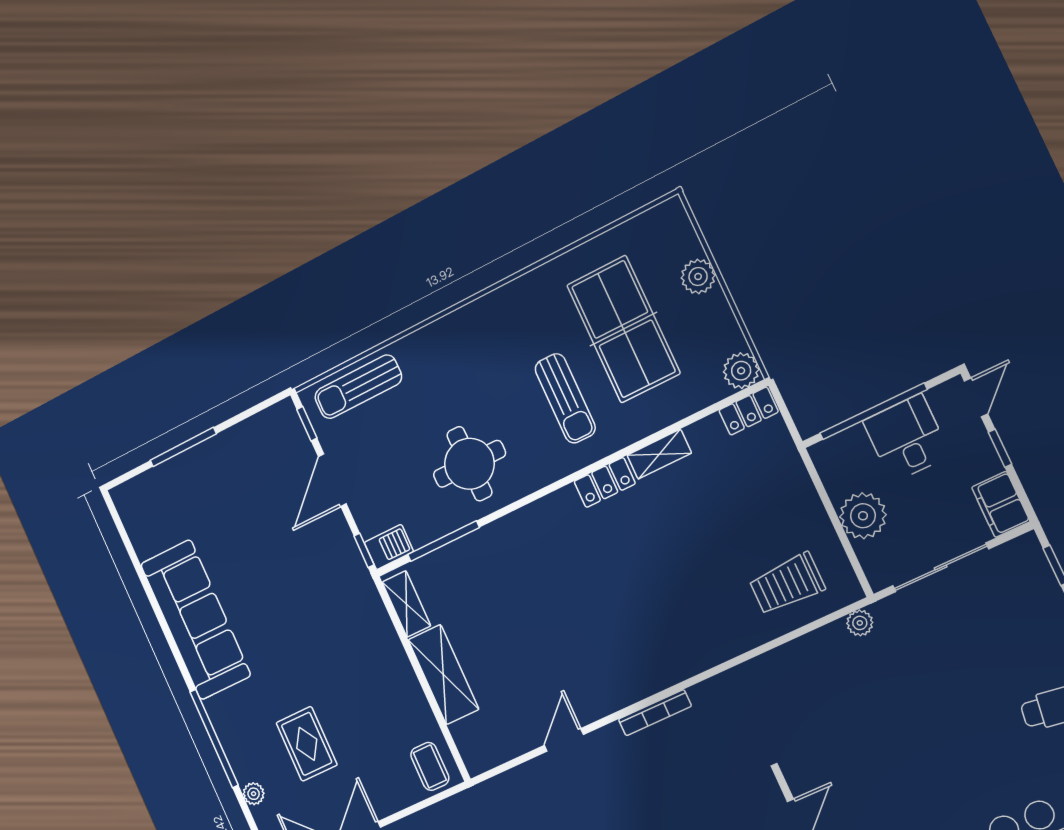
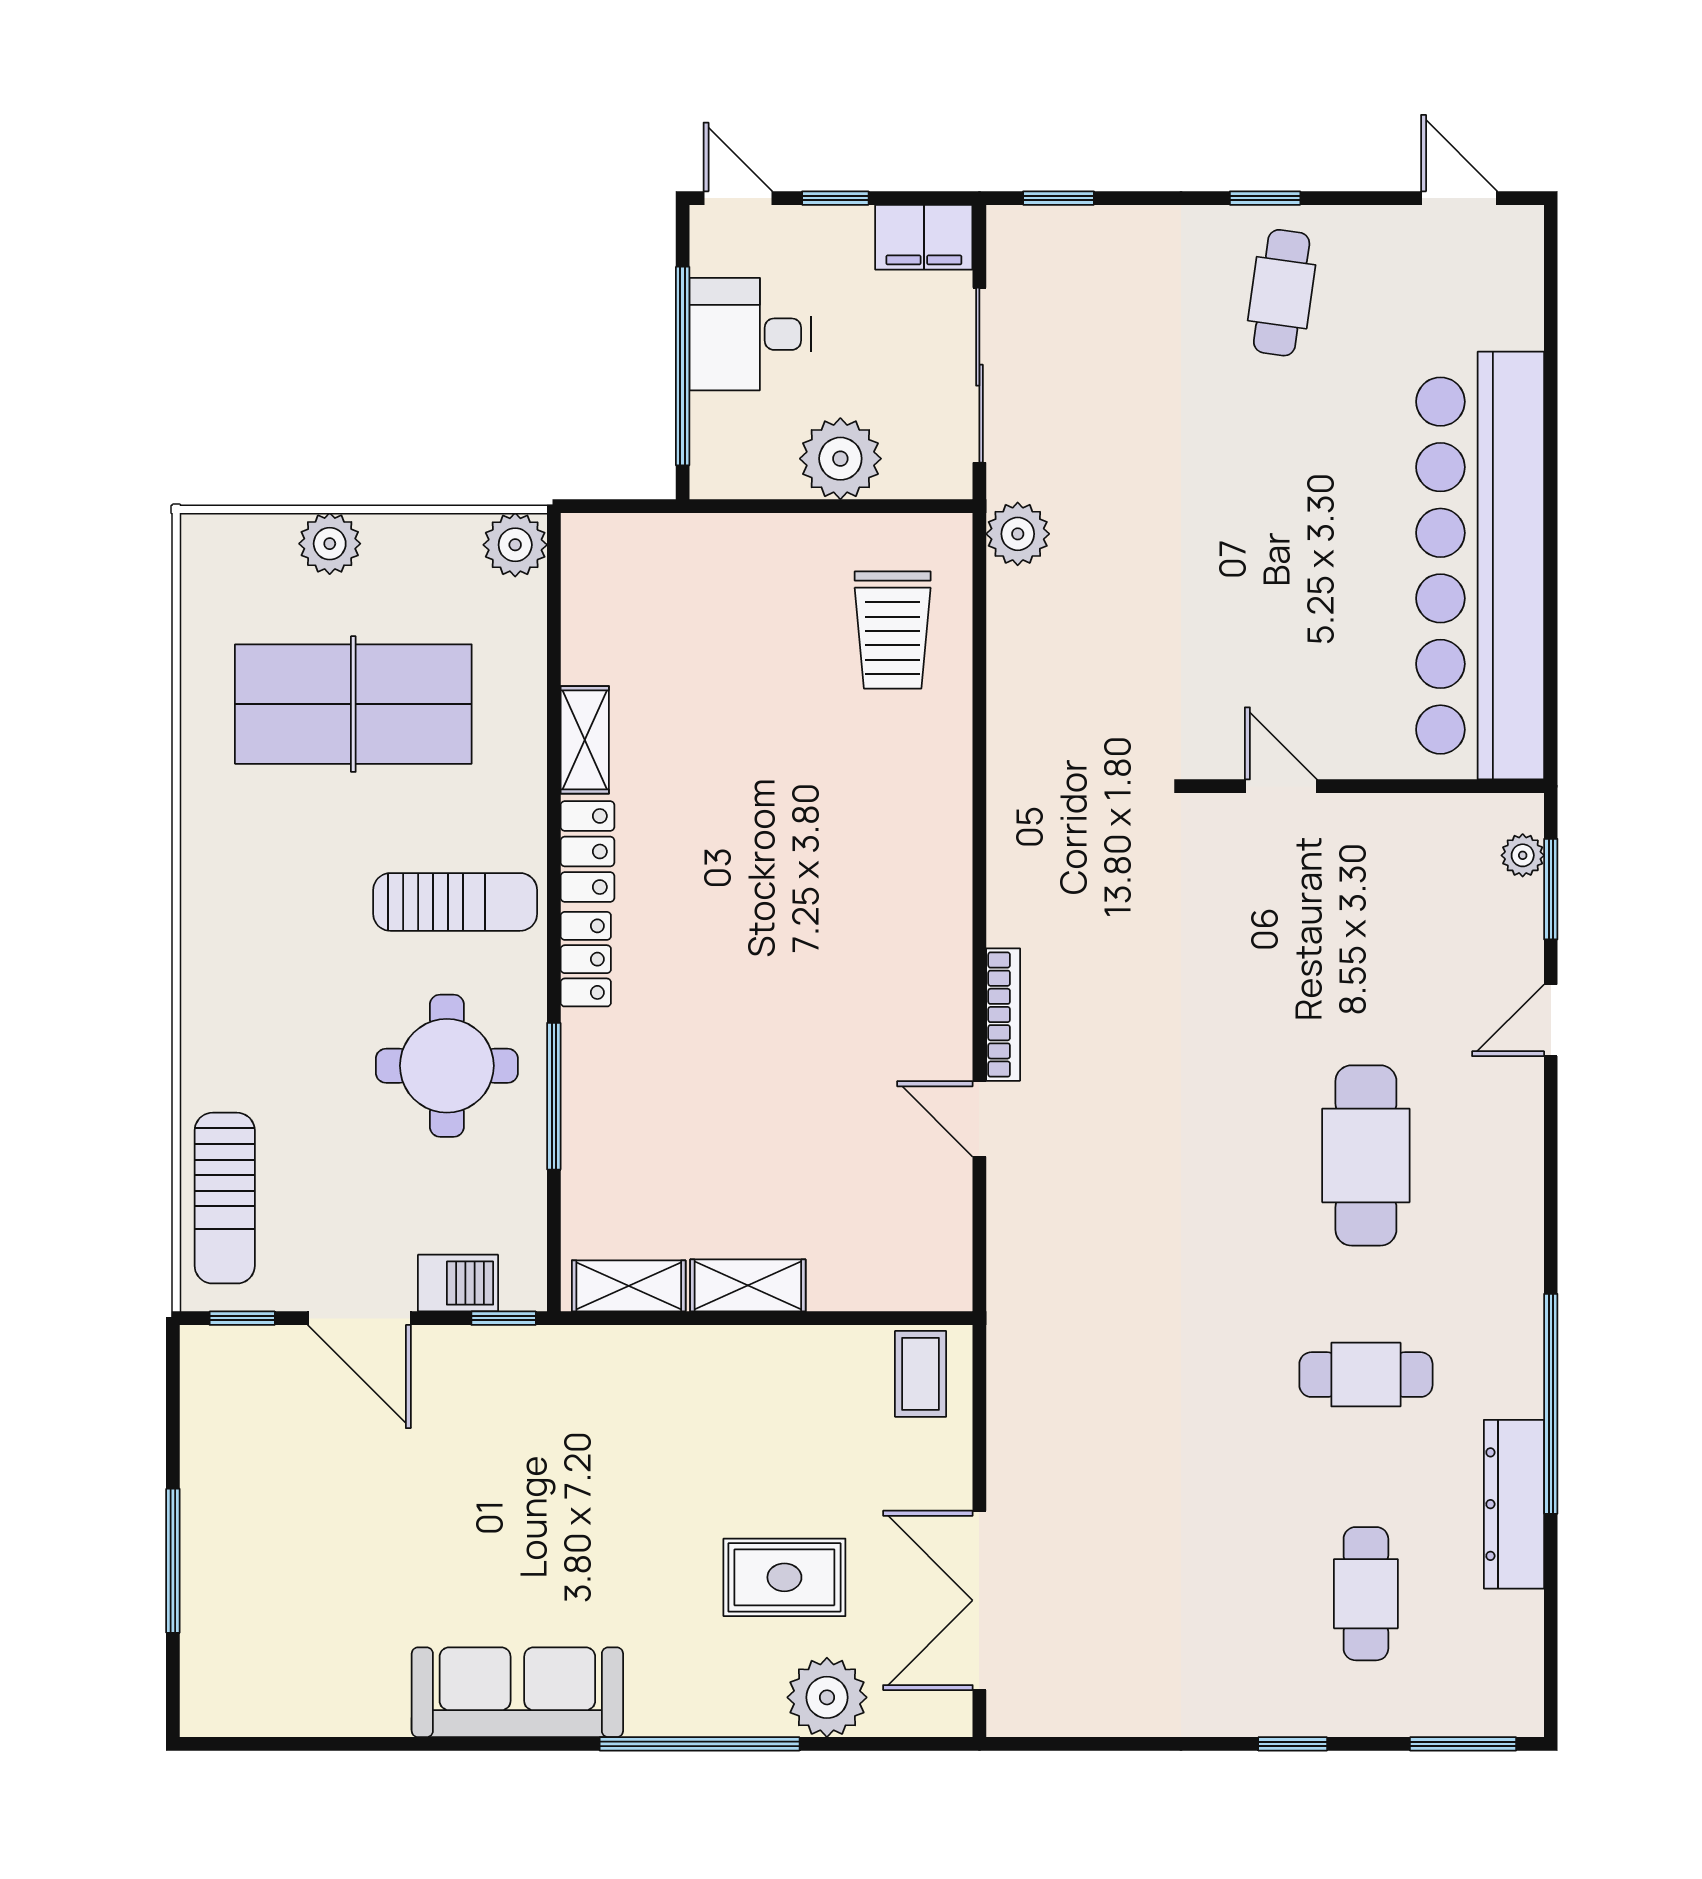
sun lounger: (565, 398) -> (455, 902), moved
locker: (749, 411) -> (586, 959), moved
window: (443, 541) -> (554, 1096), moved
barbecue: (389, 547) -> (458, 1283), moved, turned 90
sofa: (196, 620) -> (517, 1692), width x0.74, depth x0.79
plant: (860, 623) -> (1018, 534), width x1.38, depth x1.38
shelving: (443, 675) -> (748, 1285), width x0.67, depth x0.75
bookcase: (655, 713) -> (1003, 1015), moved
coffee table: (430, 766) -> (921, 1374), turned 90
plant: (254, 794) -> (827, 1697), width x1.88, depth x1.88

